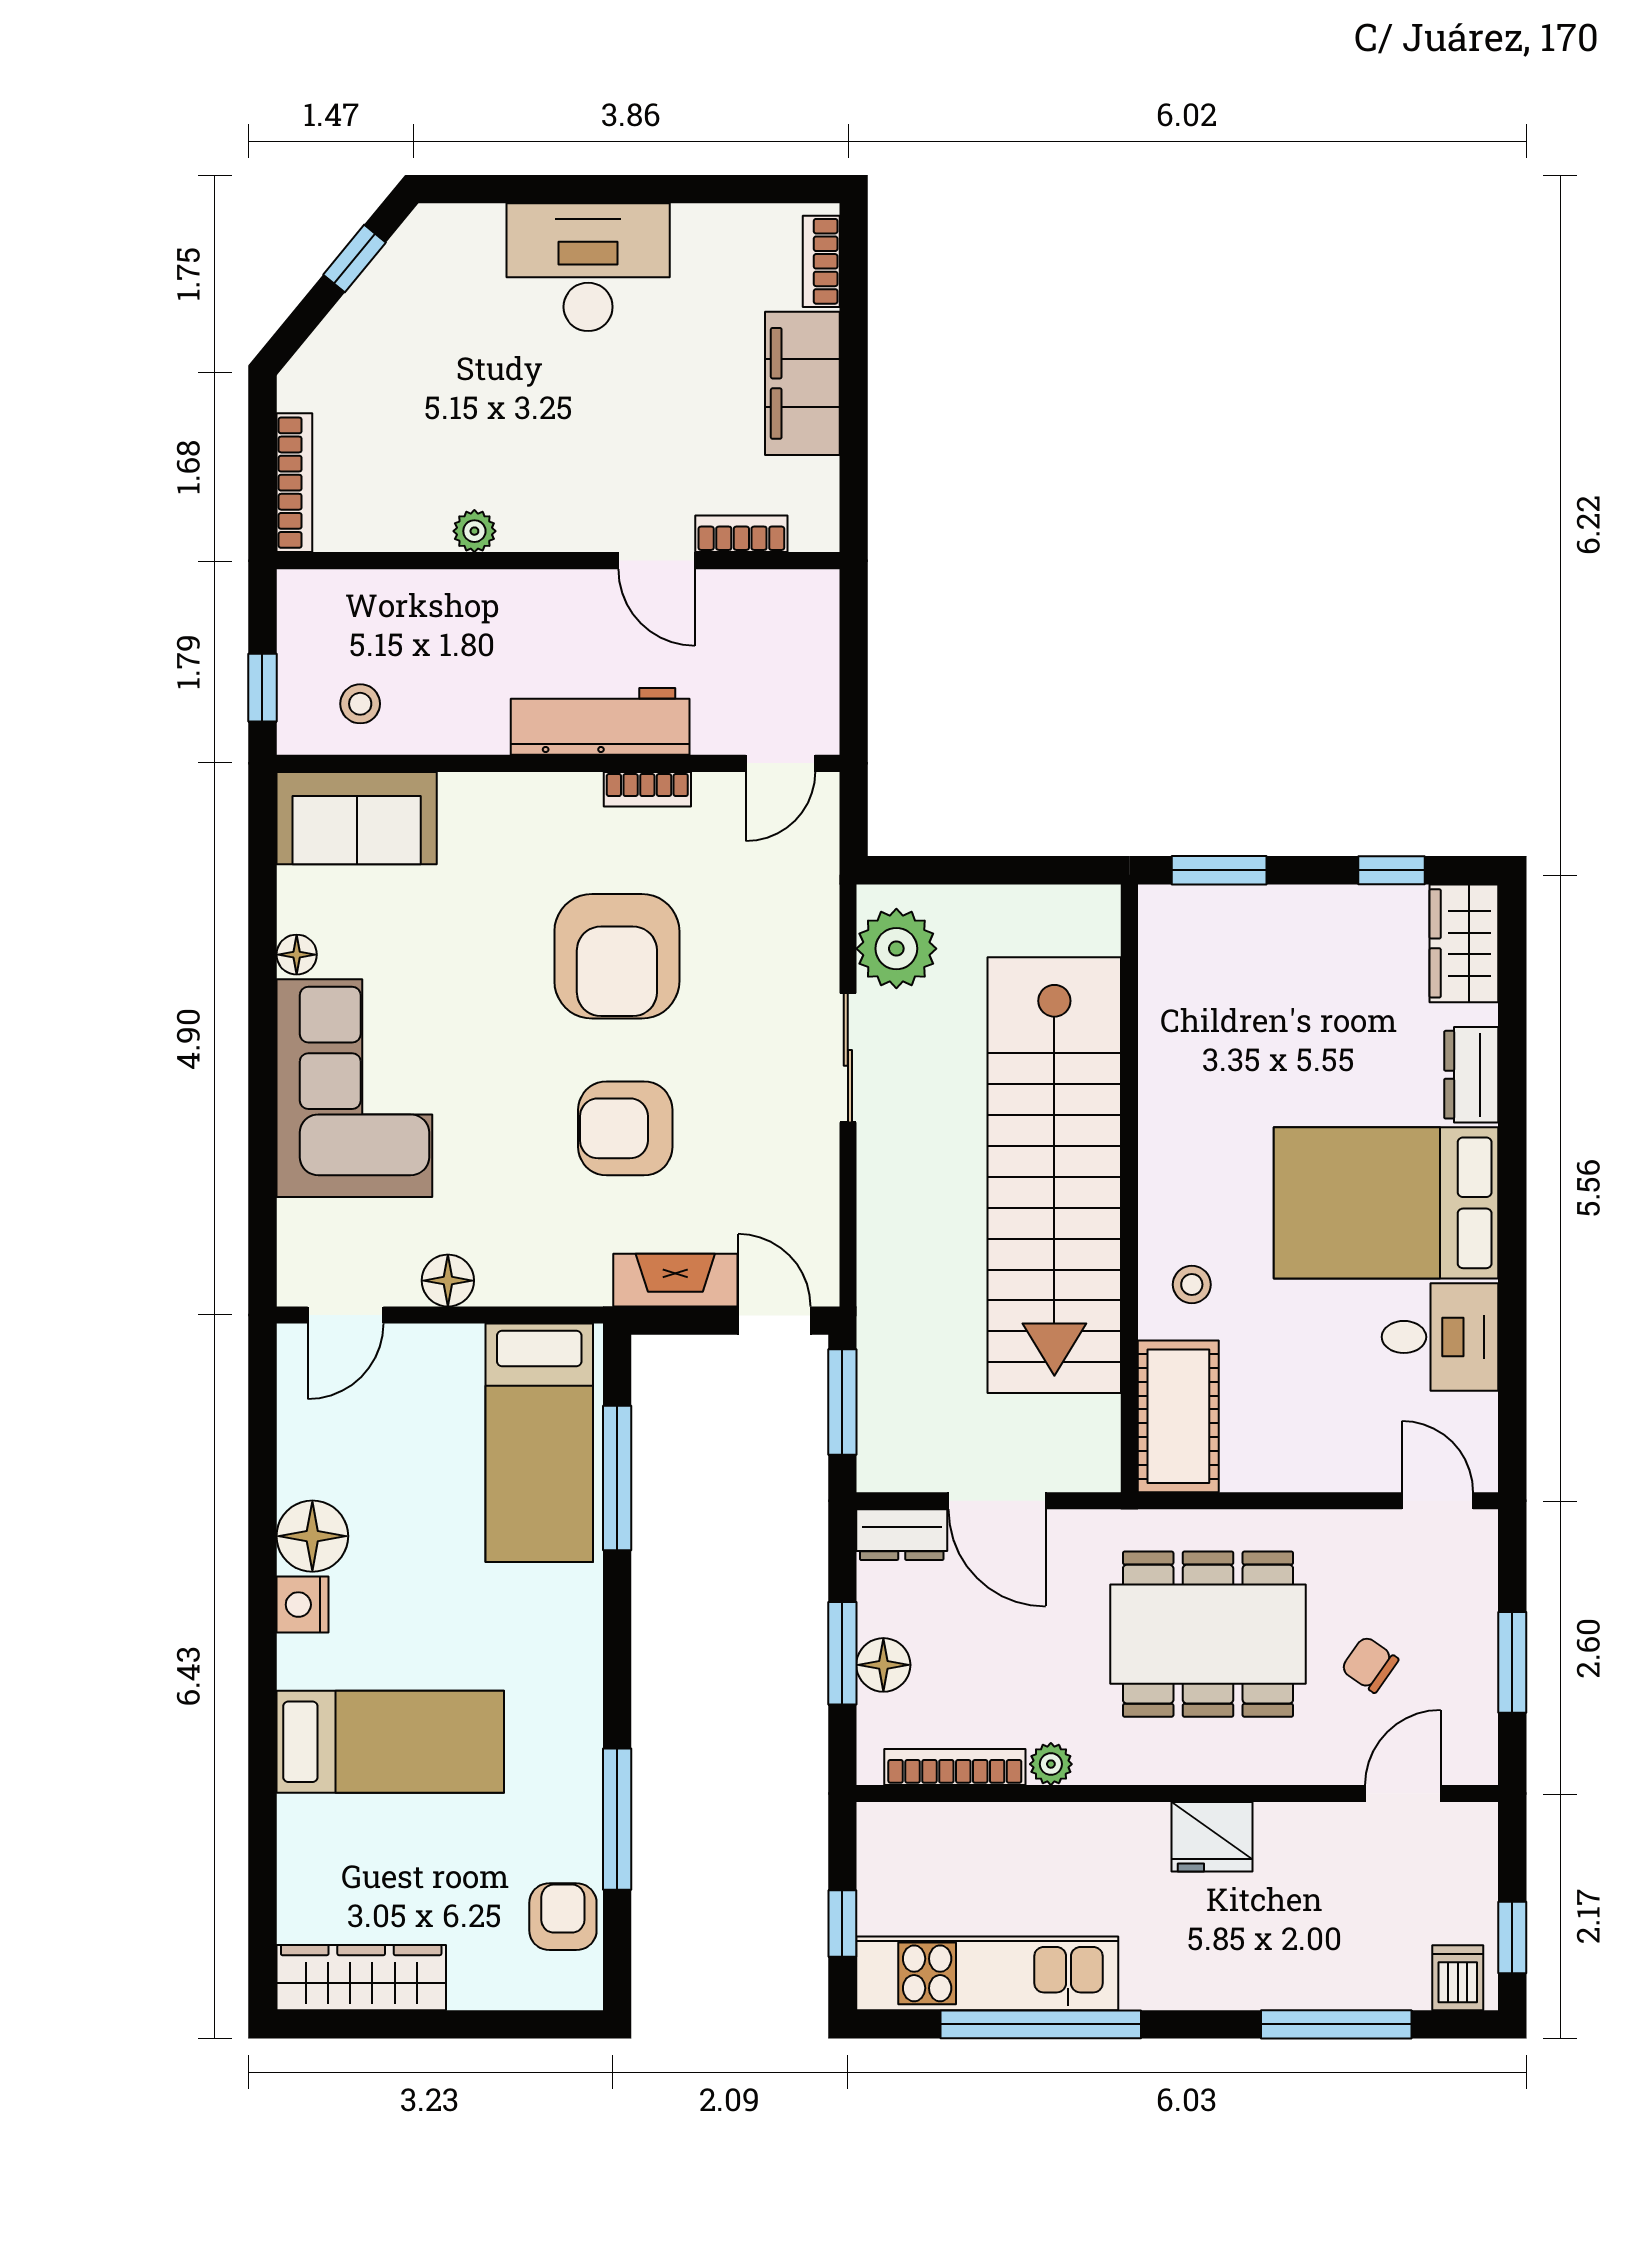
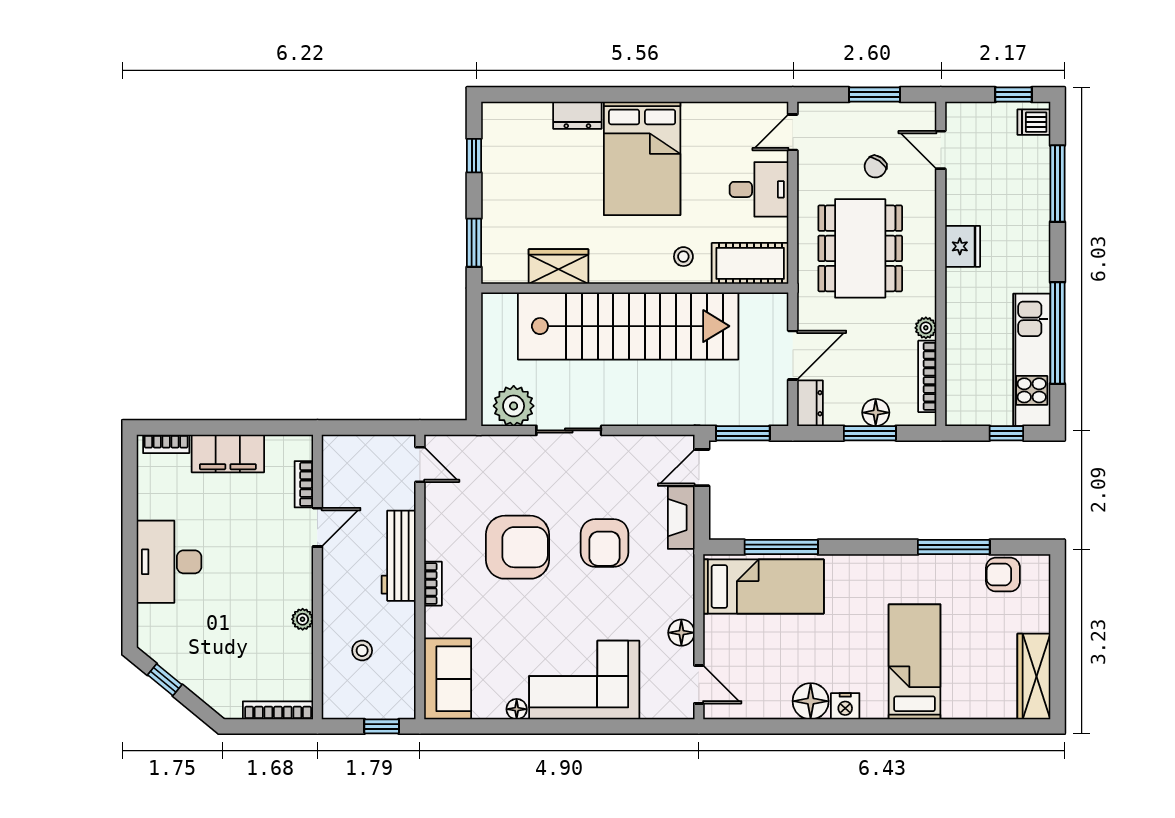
stool: (360, 704) -> (362, 651), moved
bookcase: (647, 789) -> (433, 584), moved
wardrobe: (1464, 943) -> (559, 267), moved, turned 180
desk: (1440, 1337) -> (759, 189), moved, turned 90

